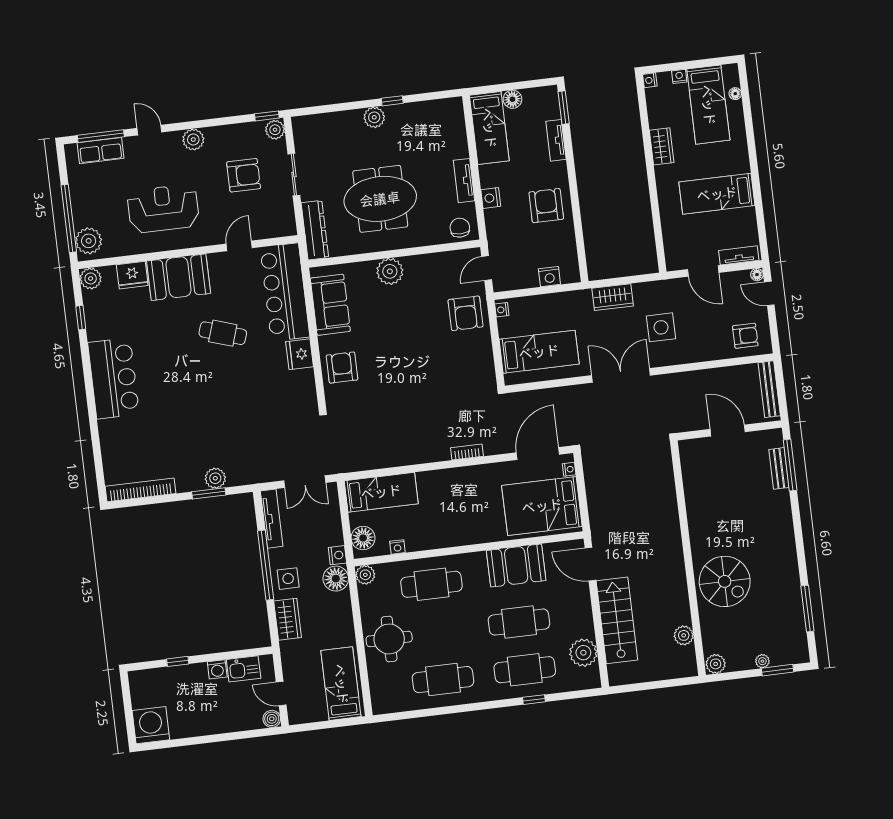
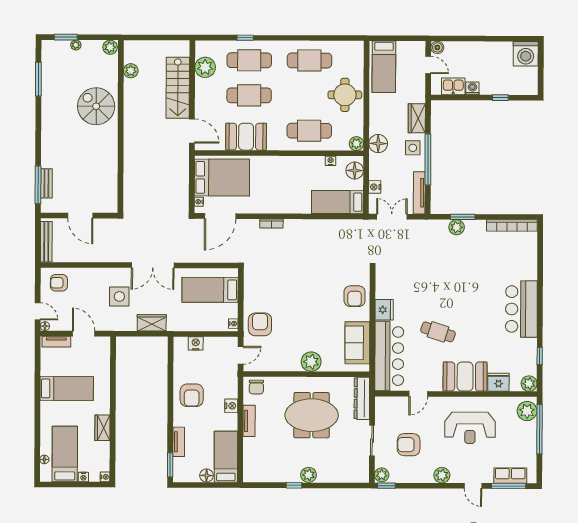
nightstand: (337, 555) -> (375, 187), moved

